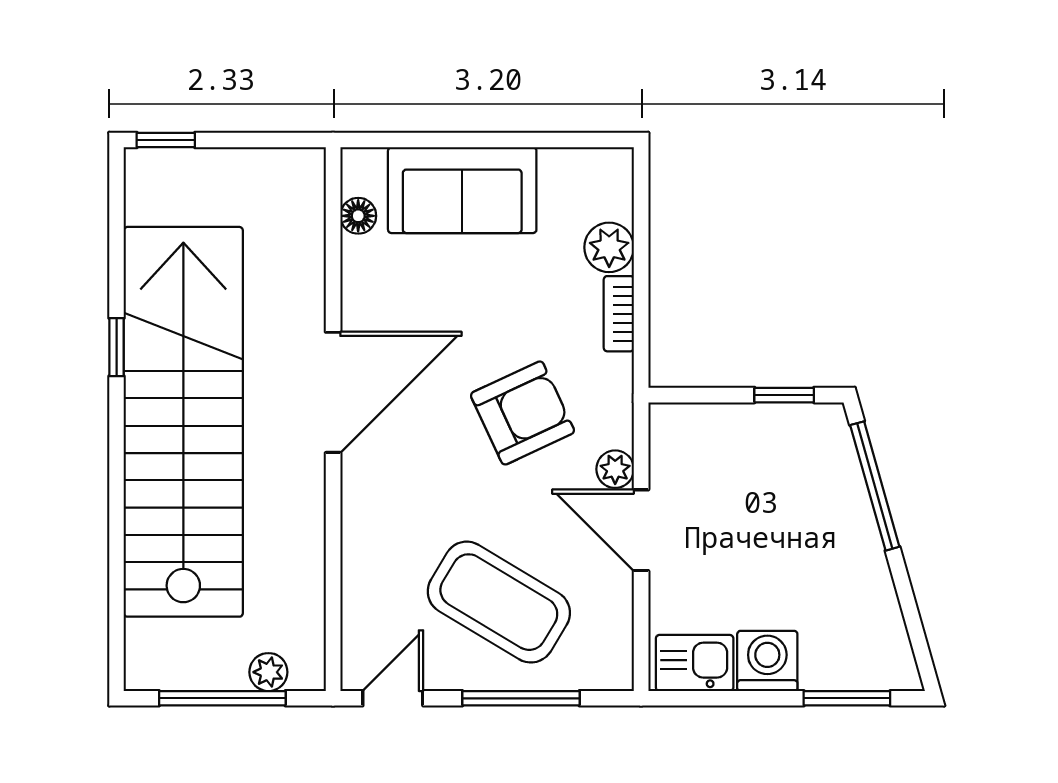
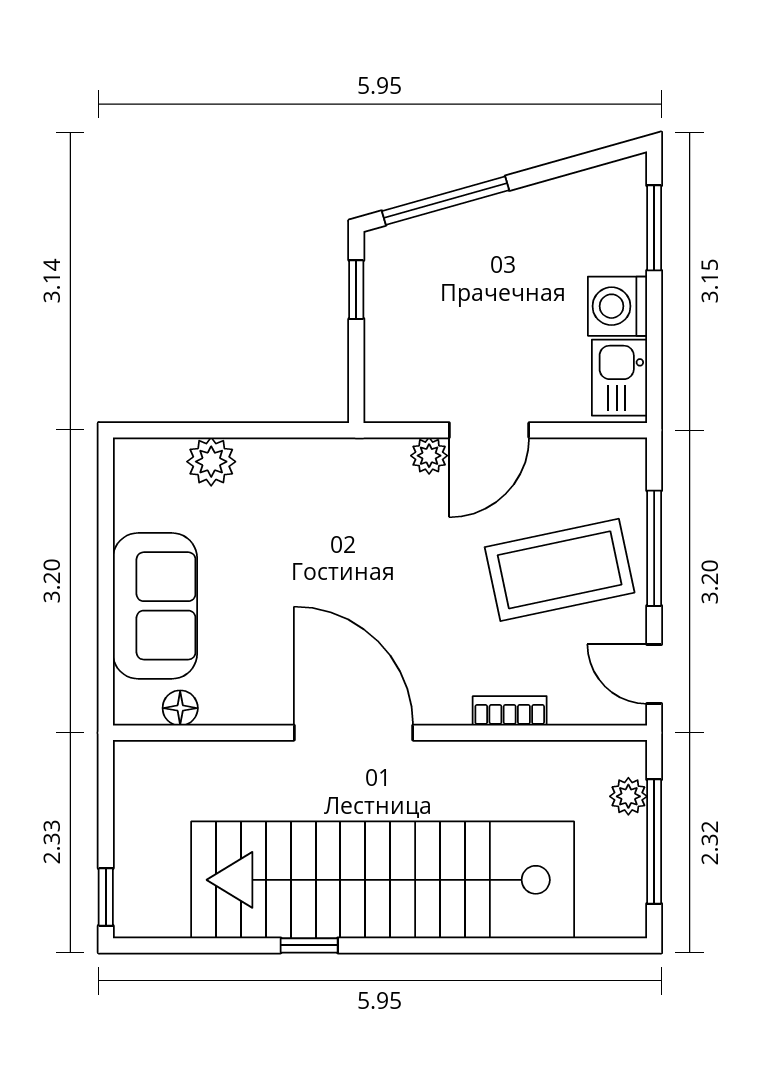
bookcase: (619, 314) -> (510, 711), moved, turned 180
armchair: (522, 413) -> (374, 547), removed
coffee table: (499, 602) -> (560, 570), turned 47

